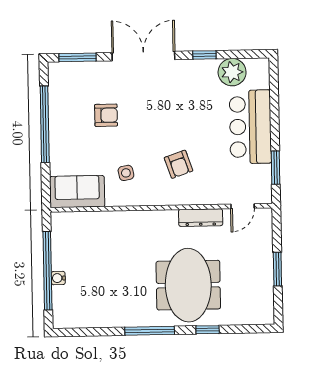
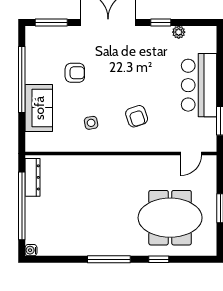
plant: (232, 72) -> (179, 32), width x0.53, depth x0.53
sofa: (77, 192) -> (39, 108), moved, turned 90
dresser: (201, 218) -> (33, 177), moved, turned -90
water cooler: (58, 278) -> (31, 250), moved
meeting table: (188, 285) -> (170, 218), moved, turned 90

